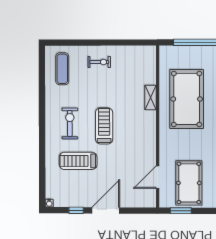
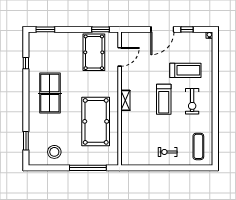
shelving: (151, 98) -> (125, 100), moved

